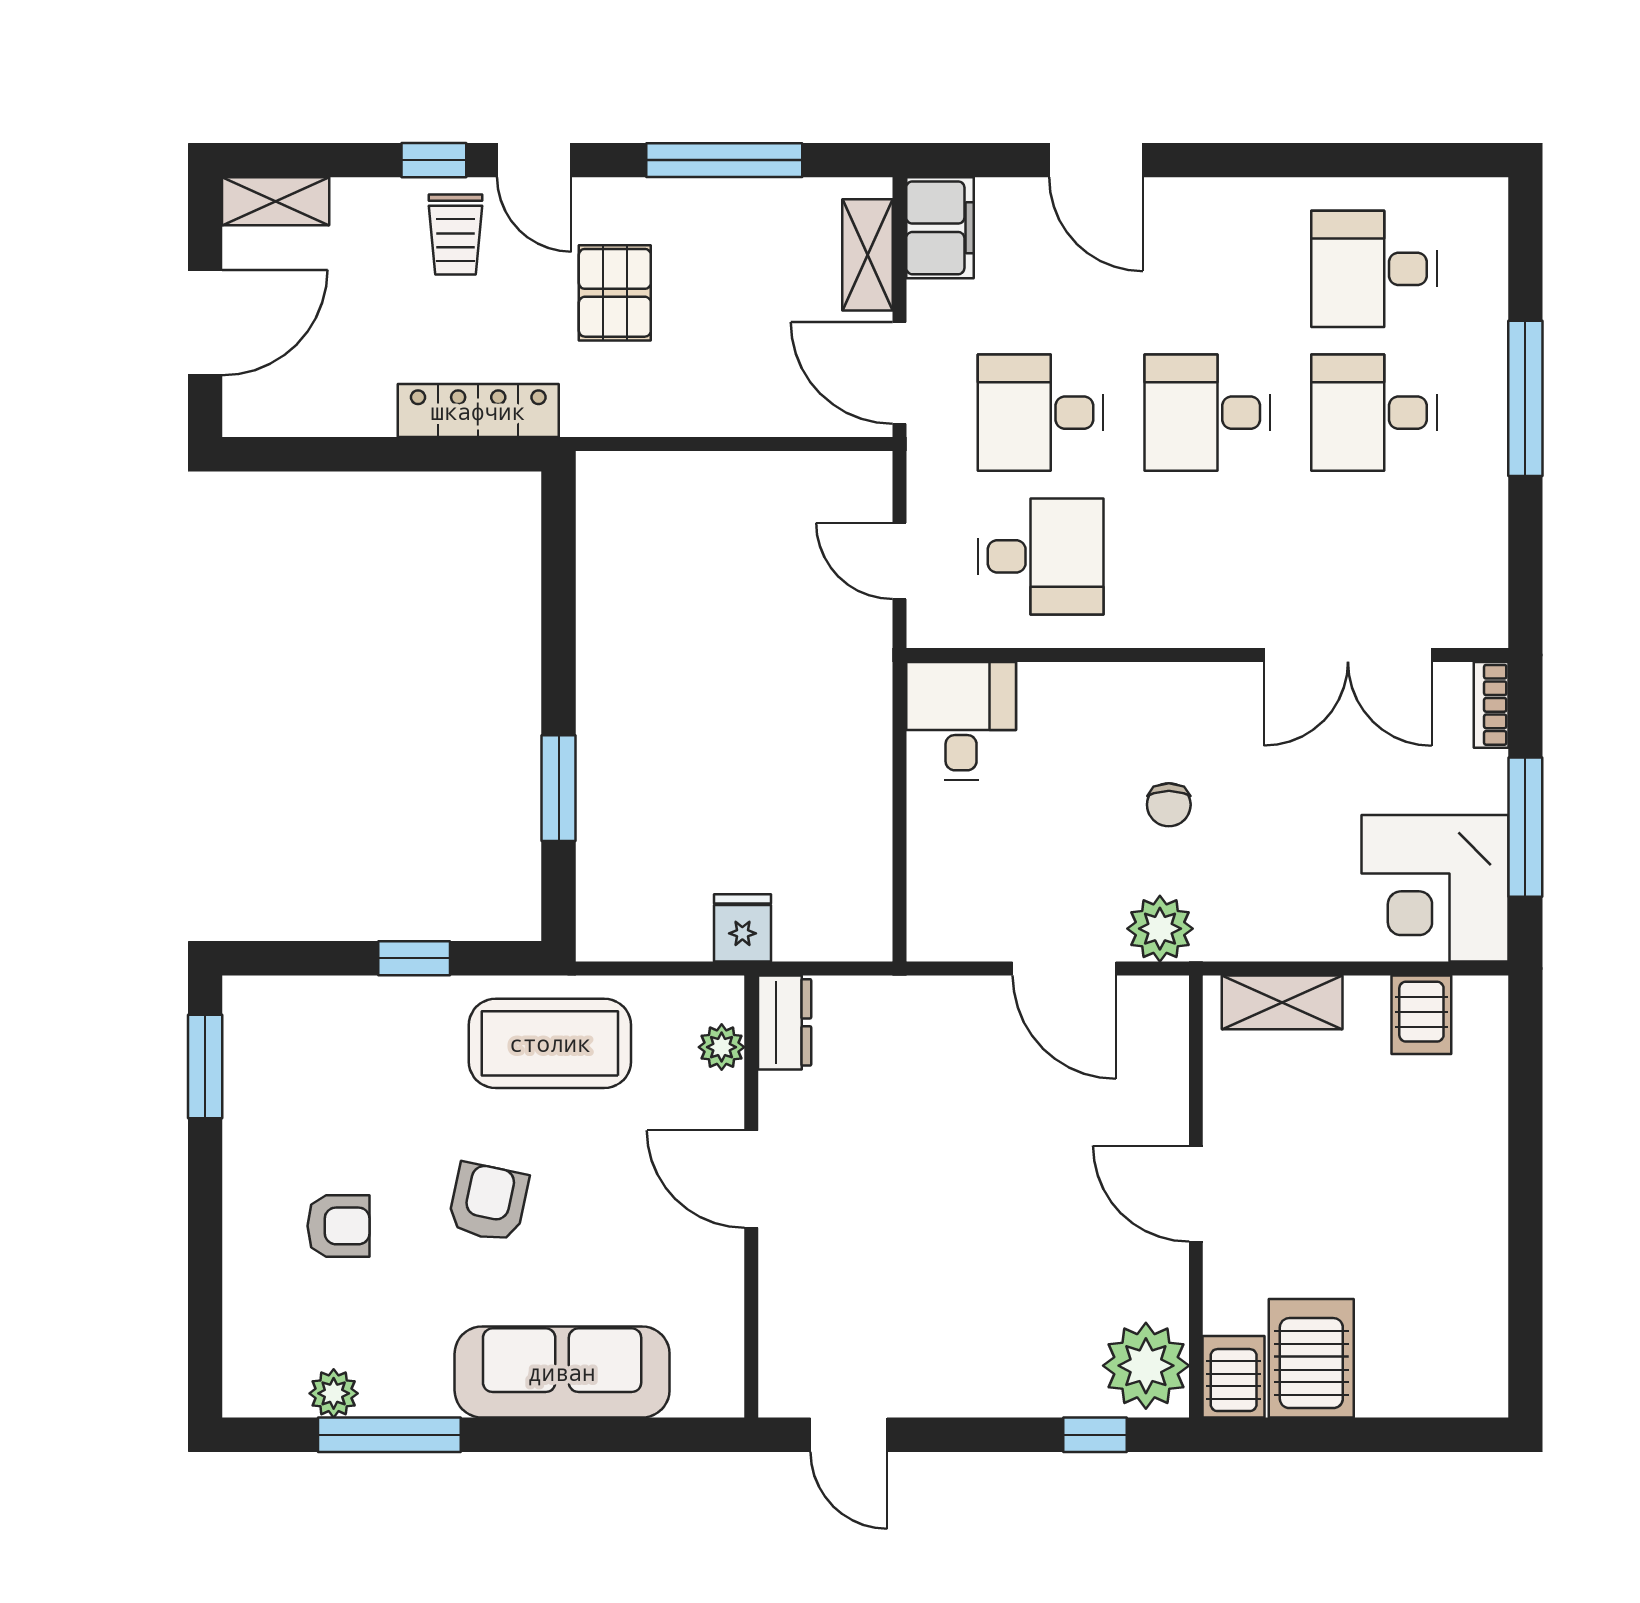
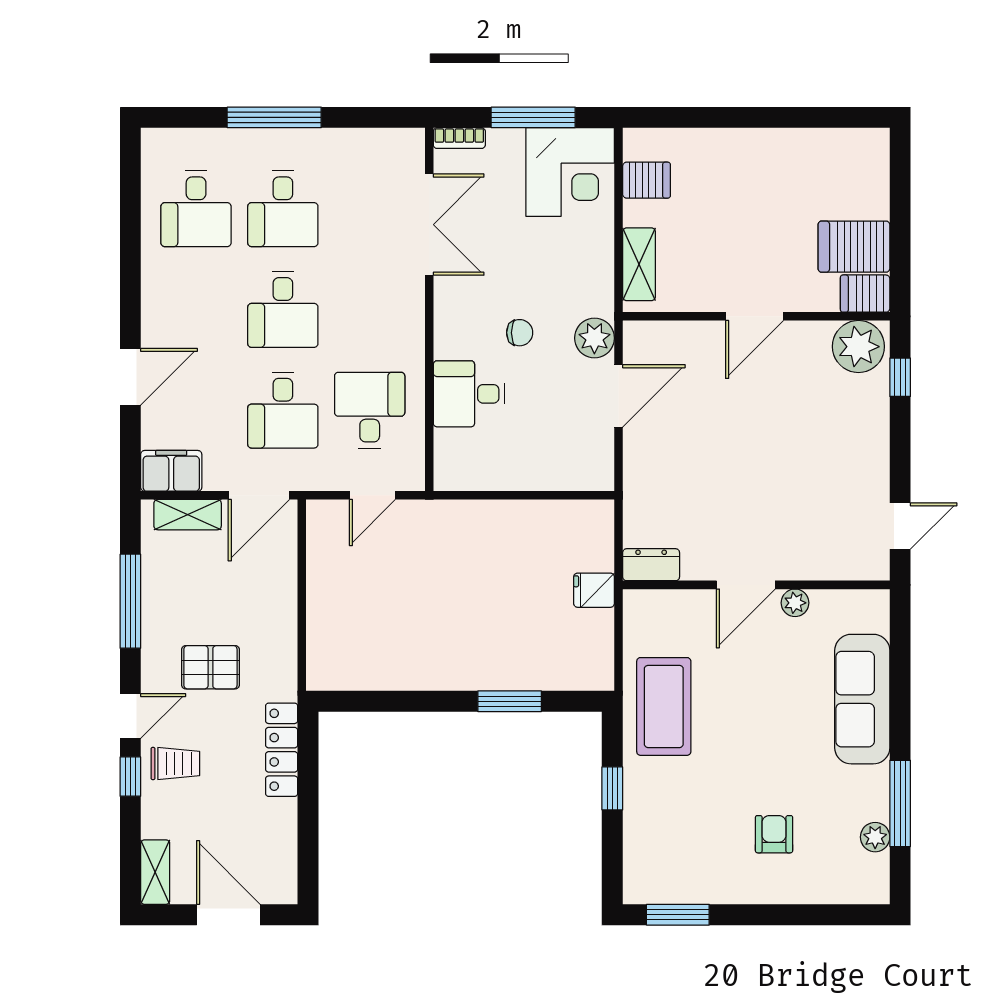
desk: (961, 721) -> (469, 394), moved
plant: (722, 1047) -> (795, 603), moved
armchair: (488, 1202) -> (760, 744), removed

